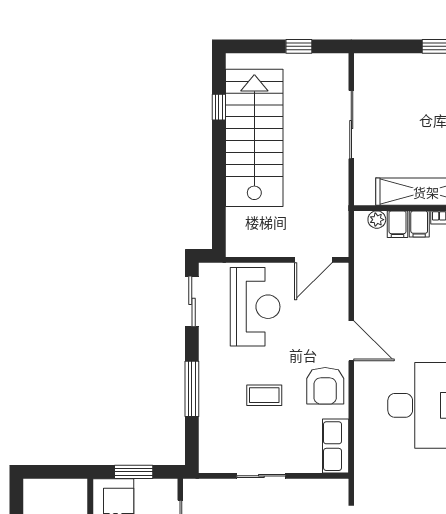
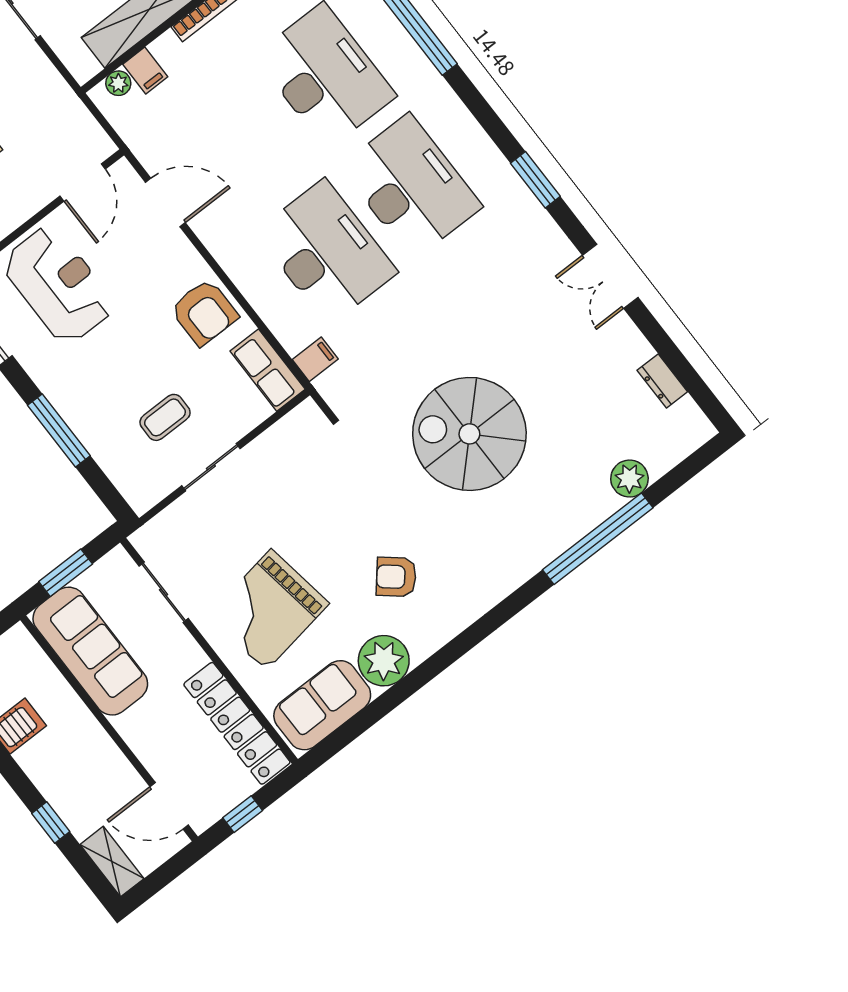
filing cabinet: (419, 224) -> (315, 359), moved, turned -90
door: (351, 341) -> (165, 202), moved
coffee table: (264, 395) -> (165, 417), moved

